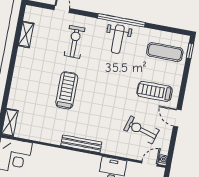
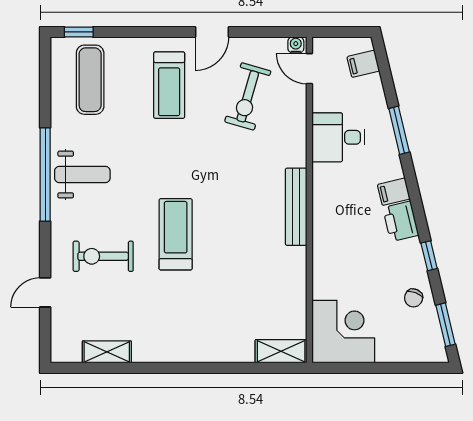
treadmill: (67, 90) -> (176, 234), moved, turned 90

